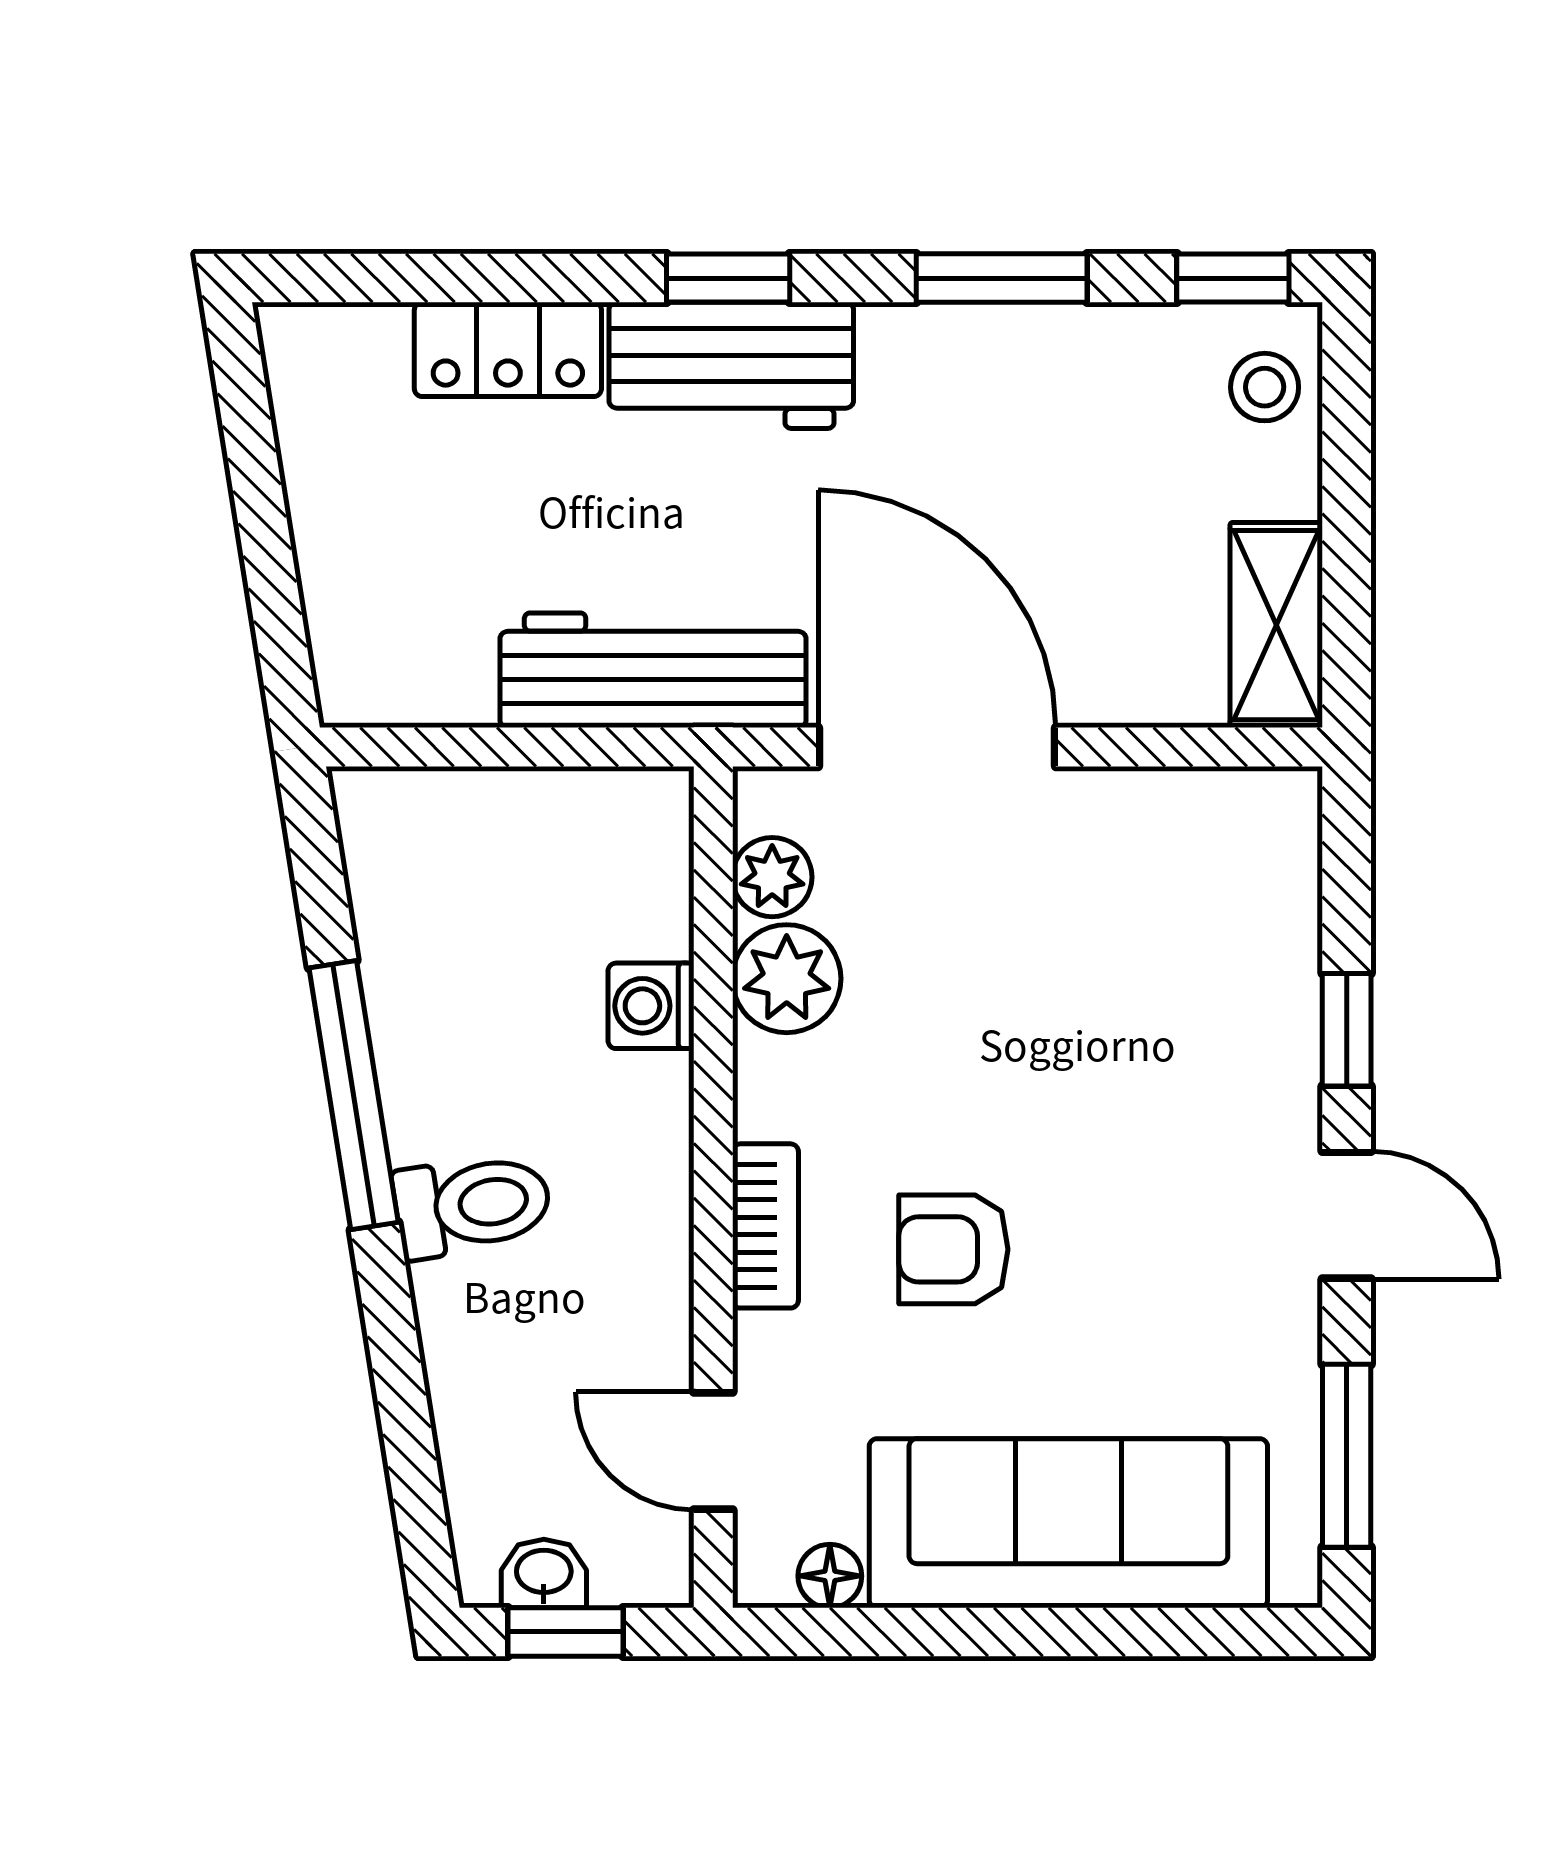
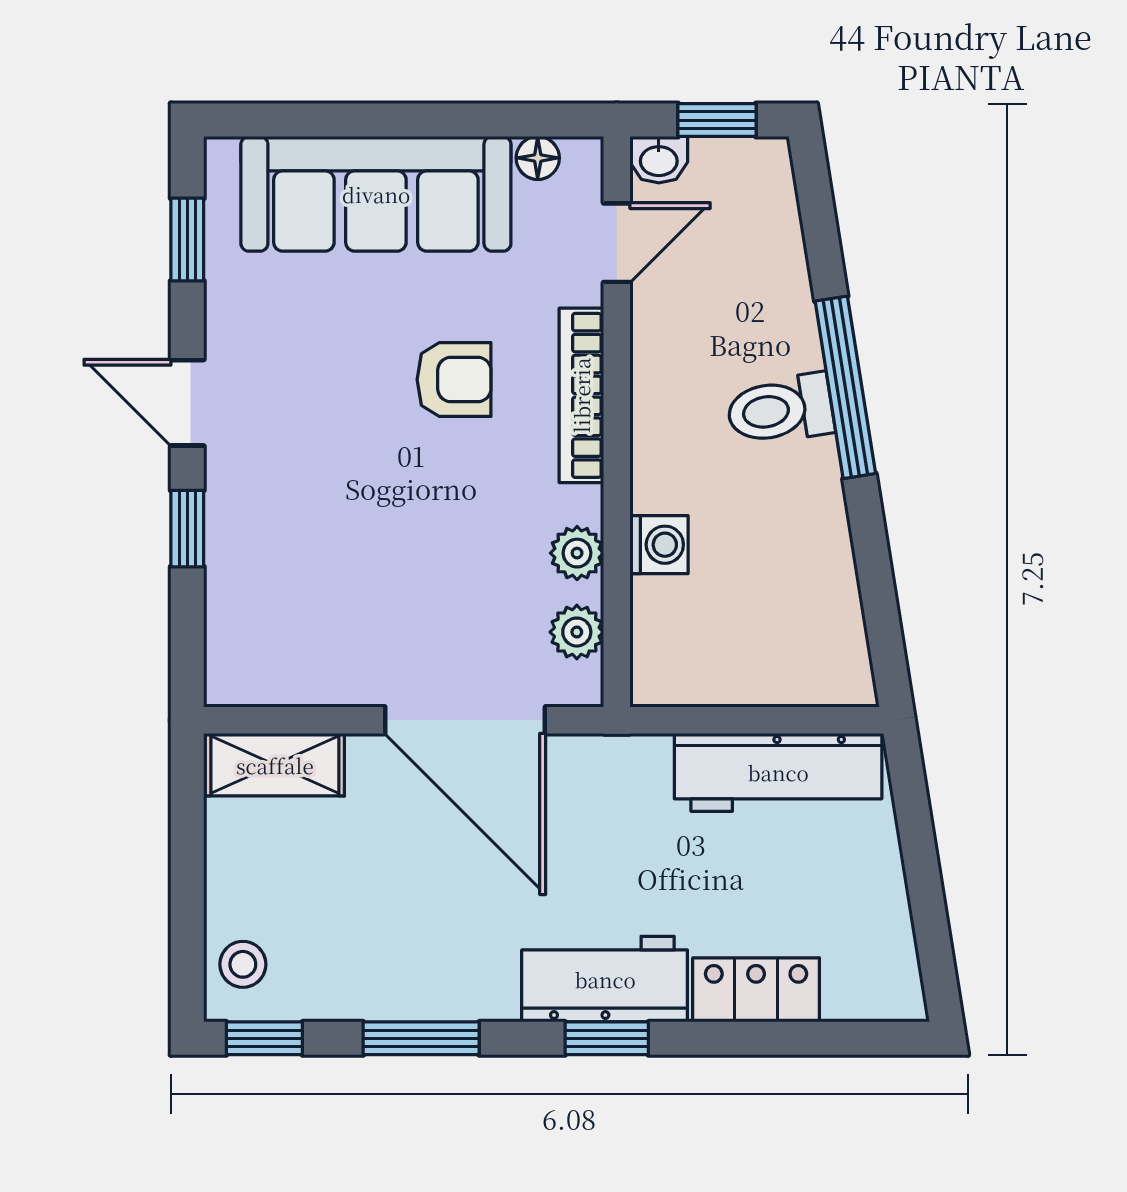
shelving: (1276, 625) -> (275, 765), moved, turned 90
workbench: (653, 670) -> (778, 772), moved
plant: (787, 979) -> (577, 553), width x0.73, depth x0.73
window: (354, 1095) -> (845, 387), moved
bookcase: (765, 1226) -> (581, 395), width x1.56
door: (713, 1451) -> (617, 243), hinge flipped
window: (1347, 1456) -> (187, 240), width x0.67
washbasin: (544, 1573) -> (659, 160), moved

